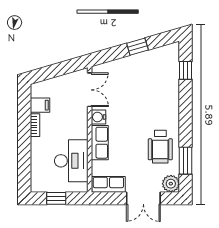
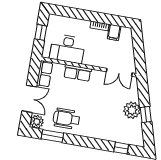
plant: (135, 65) -> (132, 110), added
water cooler: (99, 117) -> (97, 76), removed
double door: (143, 198) -> (29, 99), swing flipped

